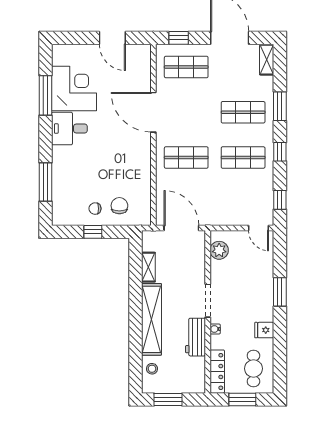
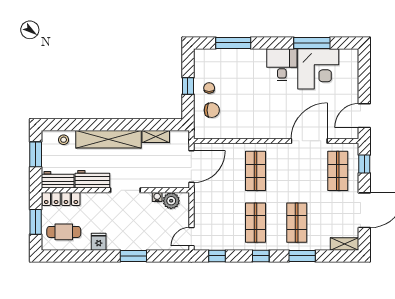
door: (112, 38) -> (364, 116), moved
door: (153, 112) -> (309, 141), moved
water cooler: (215, 329) -> (157, 197), moved
workbench: (196, 375) -> (58, 180), added

